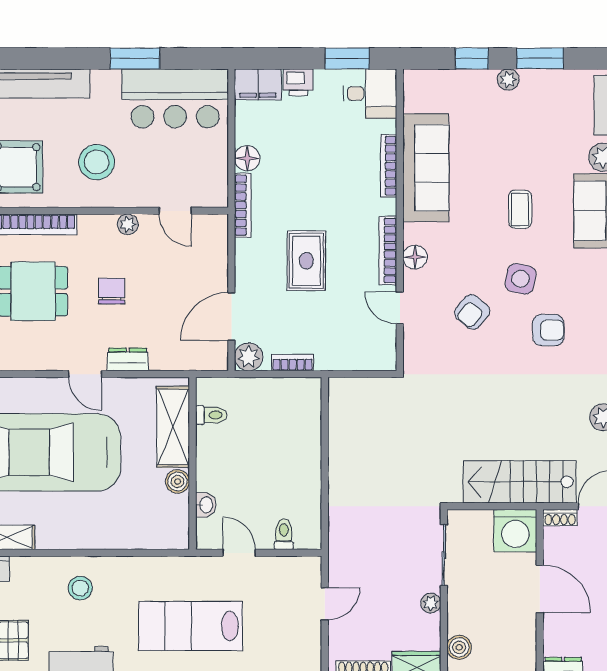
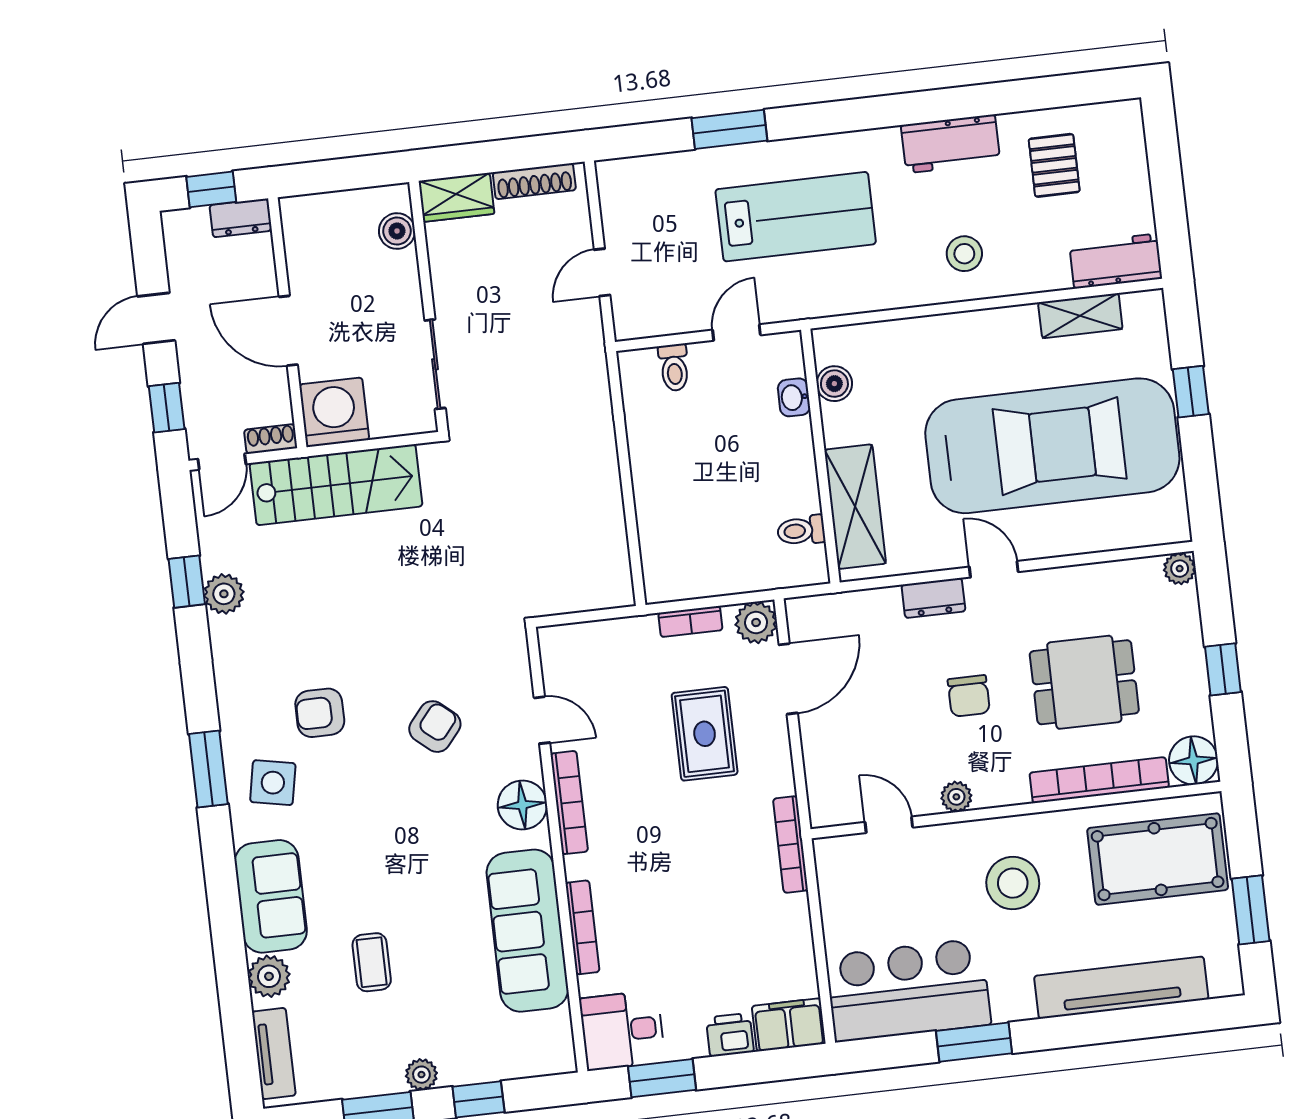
floor lamp: (247, 158) -> (792, 914), removed
coffee table: (520, 209) -> (372, 962), moved
floor lamp: (415, 257) -> (522, 805), width x1.38, depth x1.38
rug: (306, 261) -> (705, 734), moved
side table: (521, 279) -> (273, 783), moved
boiler: (178, 481) -> (834, 384), moved
door: (239, 553) -> (737, 333), swing flipped
plant: (431, 603) -> (446, 291), removed

